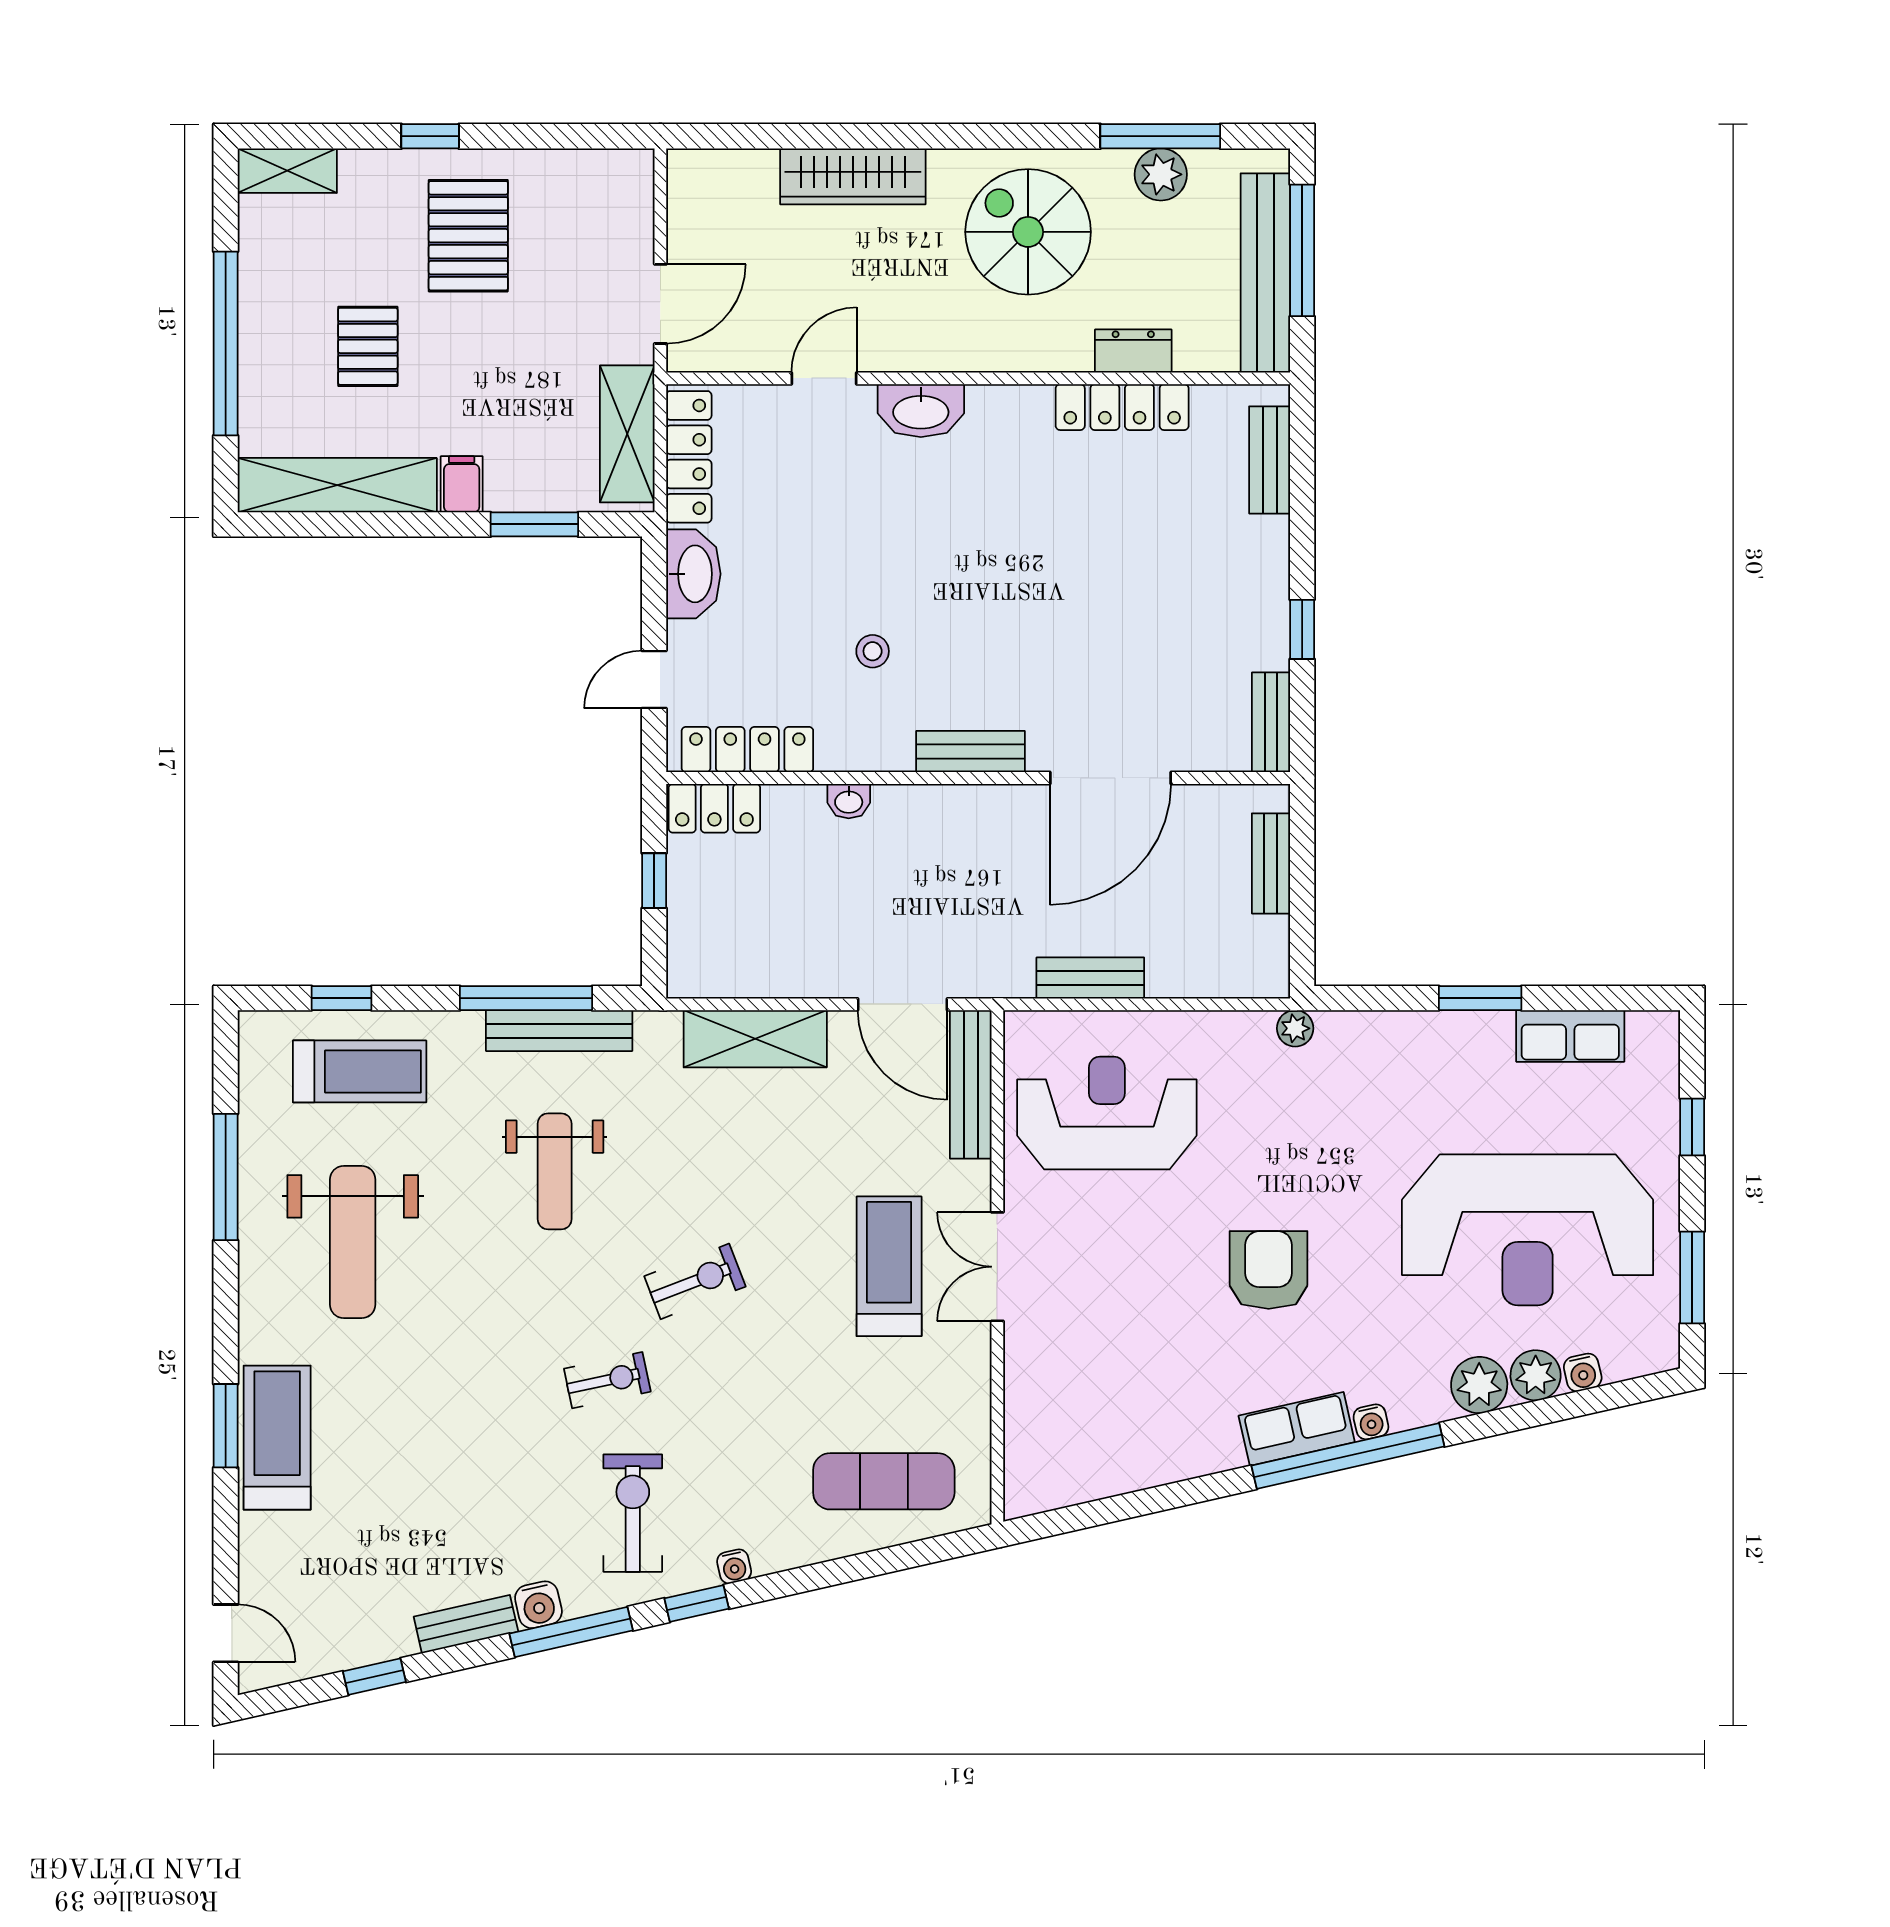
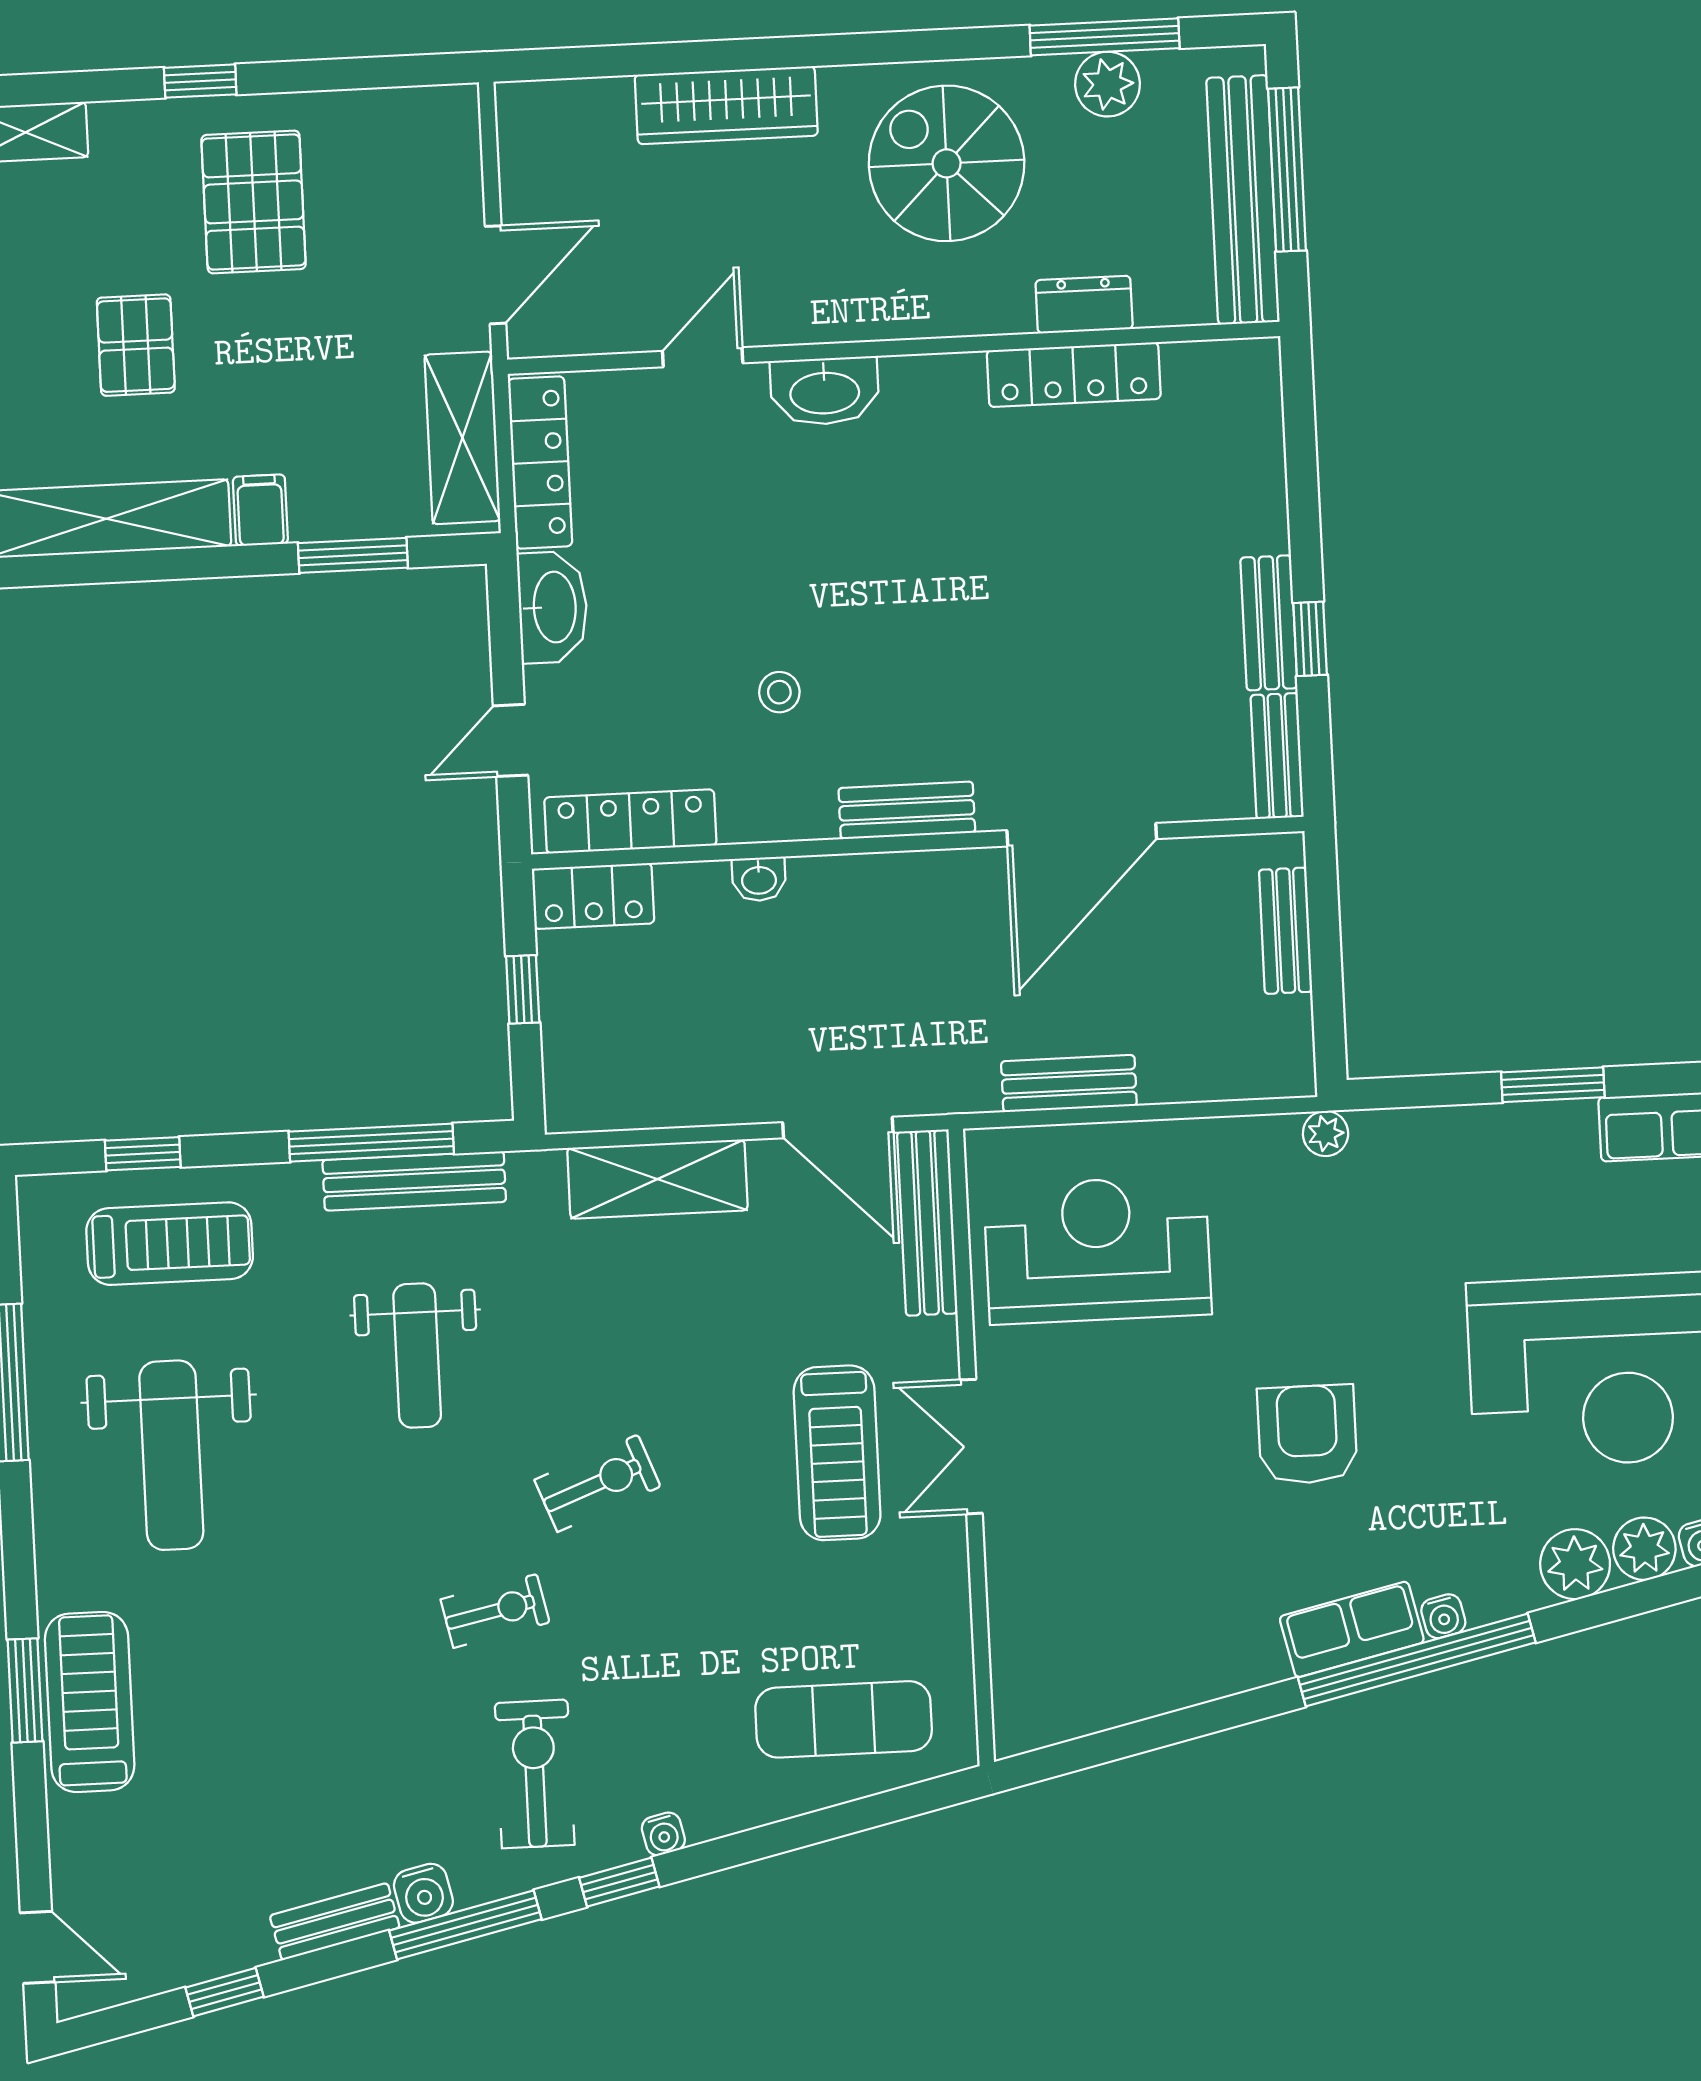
bench: (1270, 460) -> (1269, 623), moved
treadmill: (889, 1266) -> (837, 1453), turned 180

